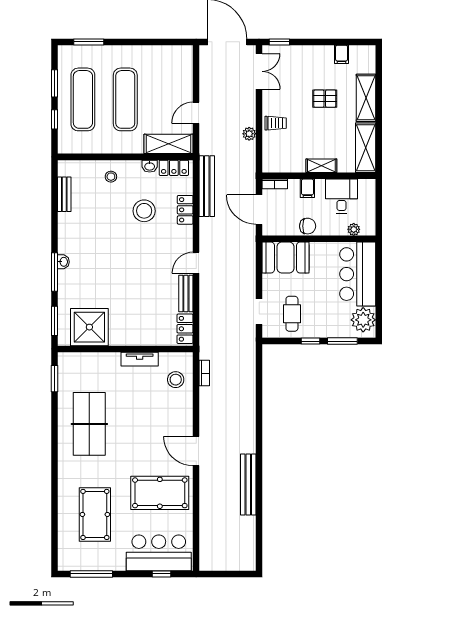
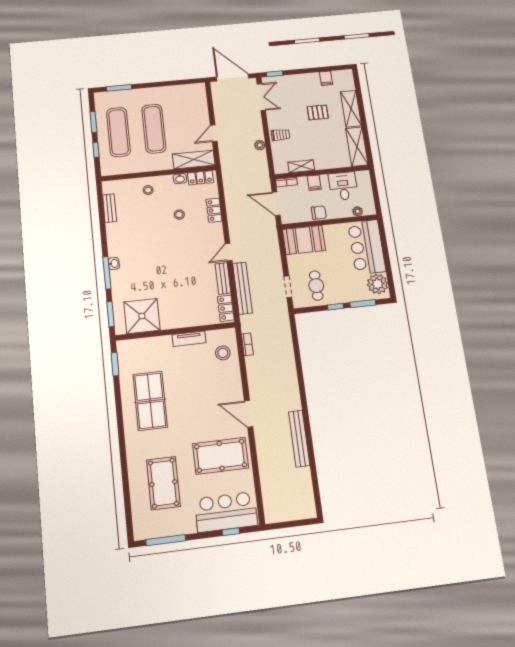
shelving: (321, 166) -> (301, 166), moved
bench: (207, 186) -> (242, 288), moved
stool: (144, 211) -> (179, 215), width x0.53, depth x0.53

